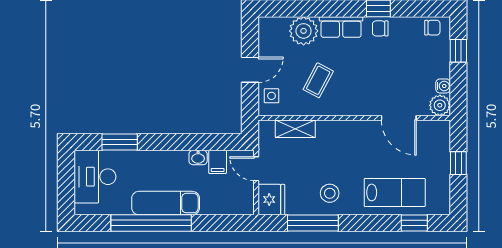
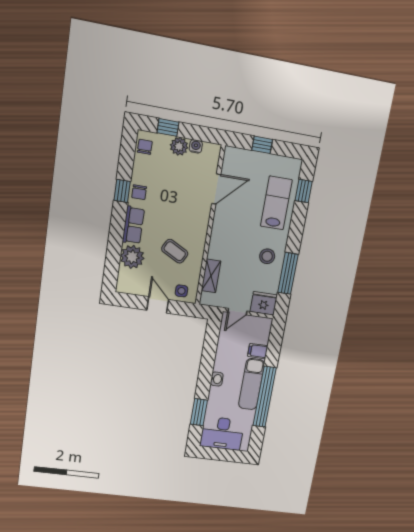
plant: (440, 105) -> (179, 146), moved
washbasin: (198, 157) -> (217, 379), moved
filing cabinet: (218, 162) -> (258, 351), moved, turned 180

